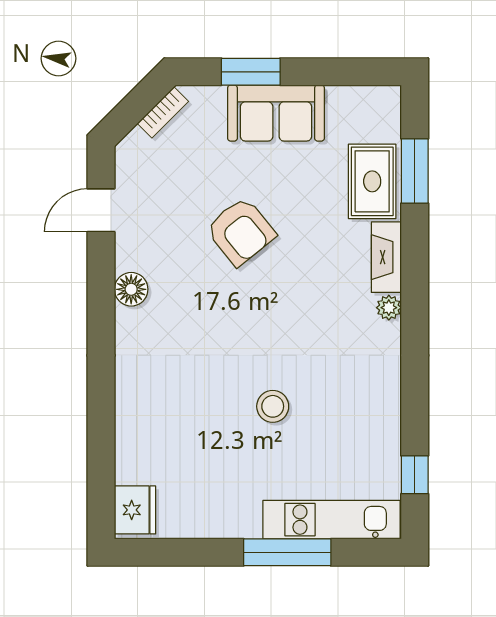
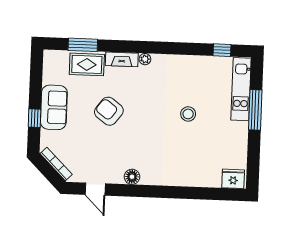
window: (251, 72) -> (35, 118), width x0.67
bookcase: (163, 112) -> (56, 164), width x1.56
armchair: (241, 231) -> (109, 111), moved, turned -104

